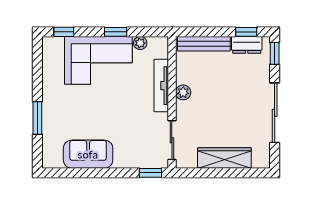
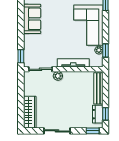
window: (116, 32) -> (106, 50), moved
plant: (183, 92) -> (58, 76), moved
sliding door: (275, 113) -> (57, 131), width x0.73
wardrobe: (224, 158) -> (30, 112), moved

